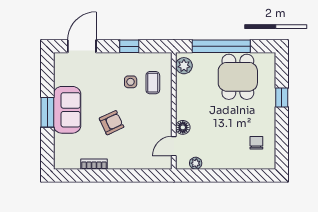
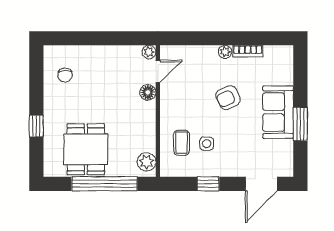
window: (47, 112) -> (300, 124), moved
plant: (114, 163) -> (225, 52), added
plant: (196, 163) -> (149, 52), moved

